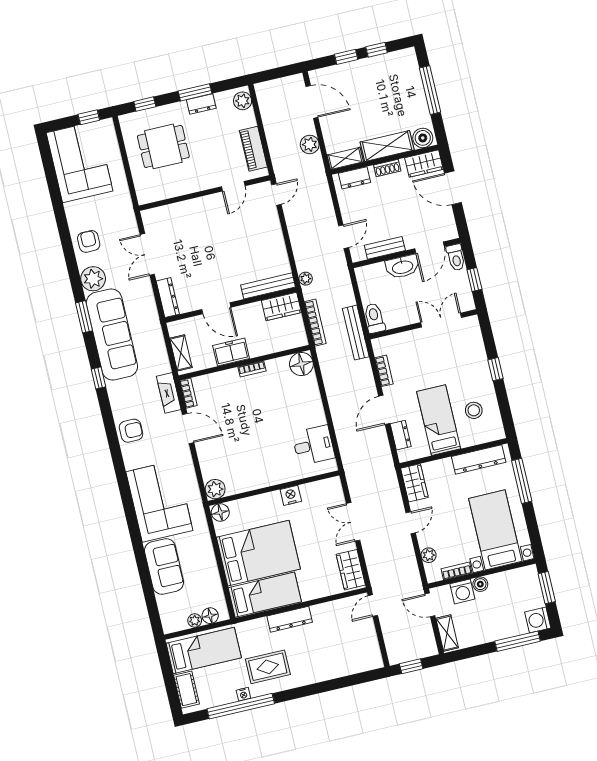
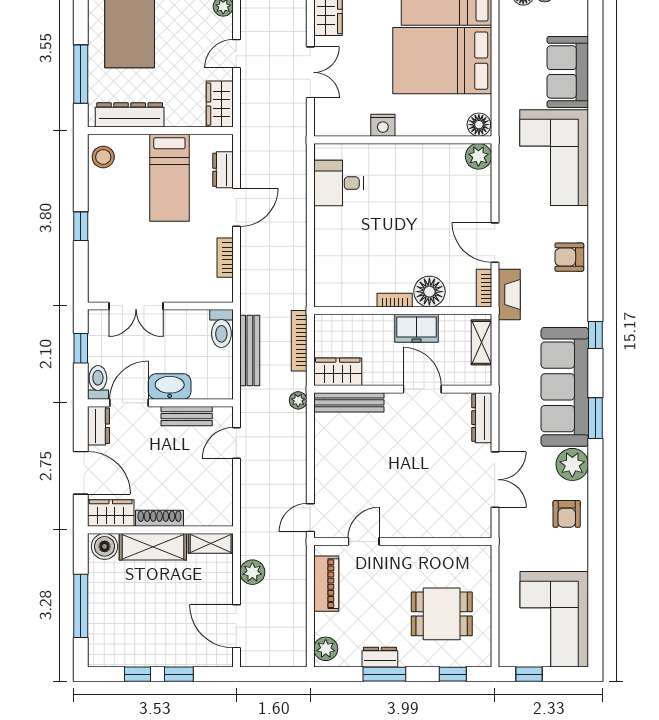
shoe rack: (387, 168) -> (160, 518), width x1.43
dresser: (355, 178) -> (99, 426), moved, turned 90
bench: (356, 333) -> (250, 351), moved
floor lamp: (301, 364) -> (429, 292), moved
stool: (474, 410) -> (103, 157), moved

